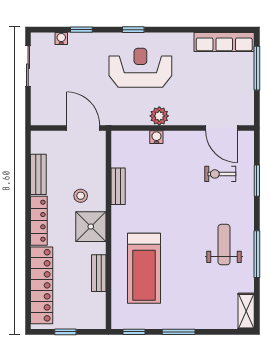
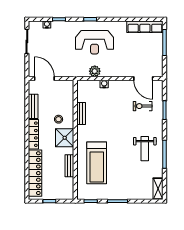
reception desk: (140, 68) -> (95, 42), turned 180
plant: (159, 116) -> (95, 71), moved
door: (83, 128) -> (44, 78), moved
weight bench: (224, 245) -> (145, 149), turned 180

